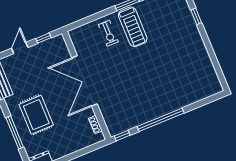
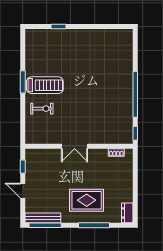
double door: (85, 81) -> (75, 146), width x0.54

